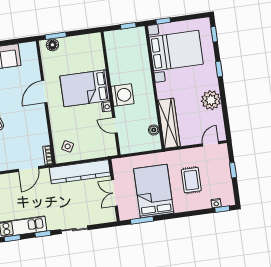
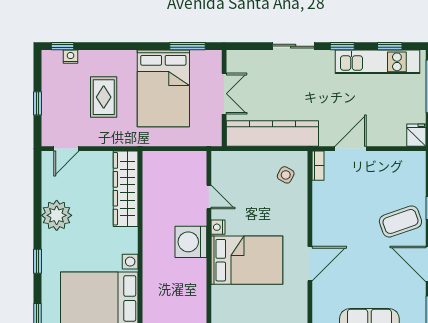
boiler: (154, 130) -> (150, 182), removed

